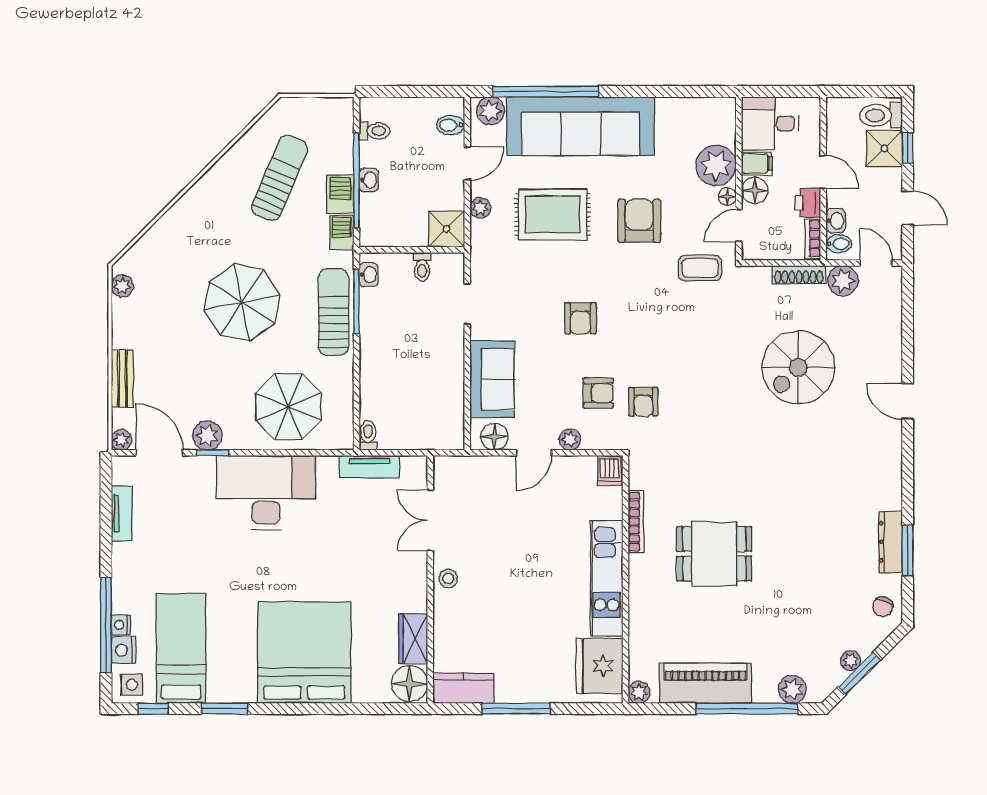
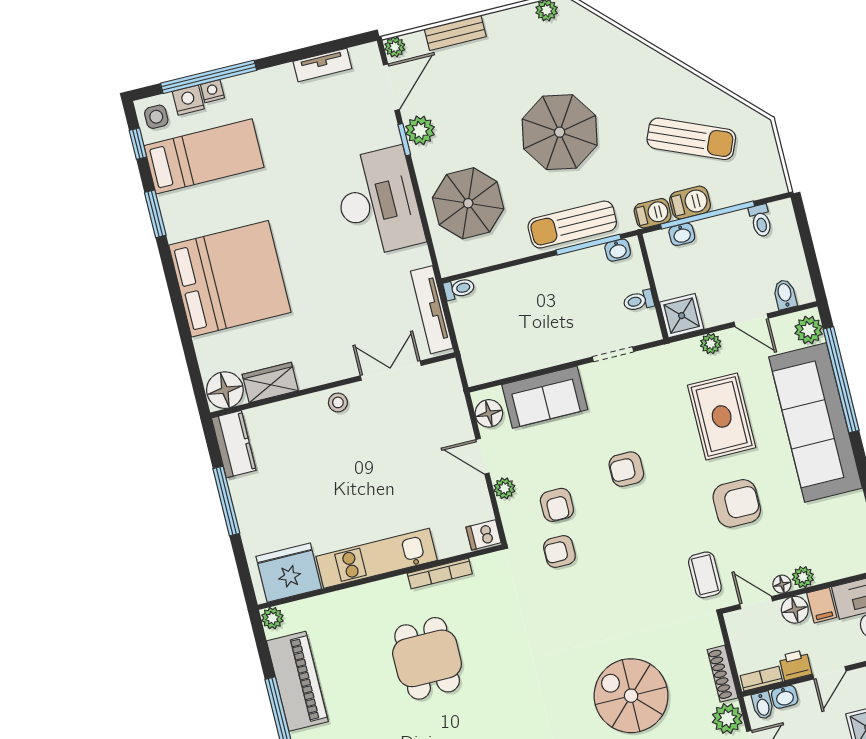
plant: (716, 165) -> (803, 577), width x0.53, depth x0.53
washbasin: (369, 180) -> (682, 234), moved
sun lounger: (333, 312) -> (572, 225), turned 180
tv unit: (370, 467) -> (432, 310), width x1.41

